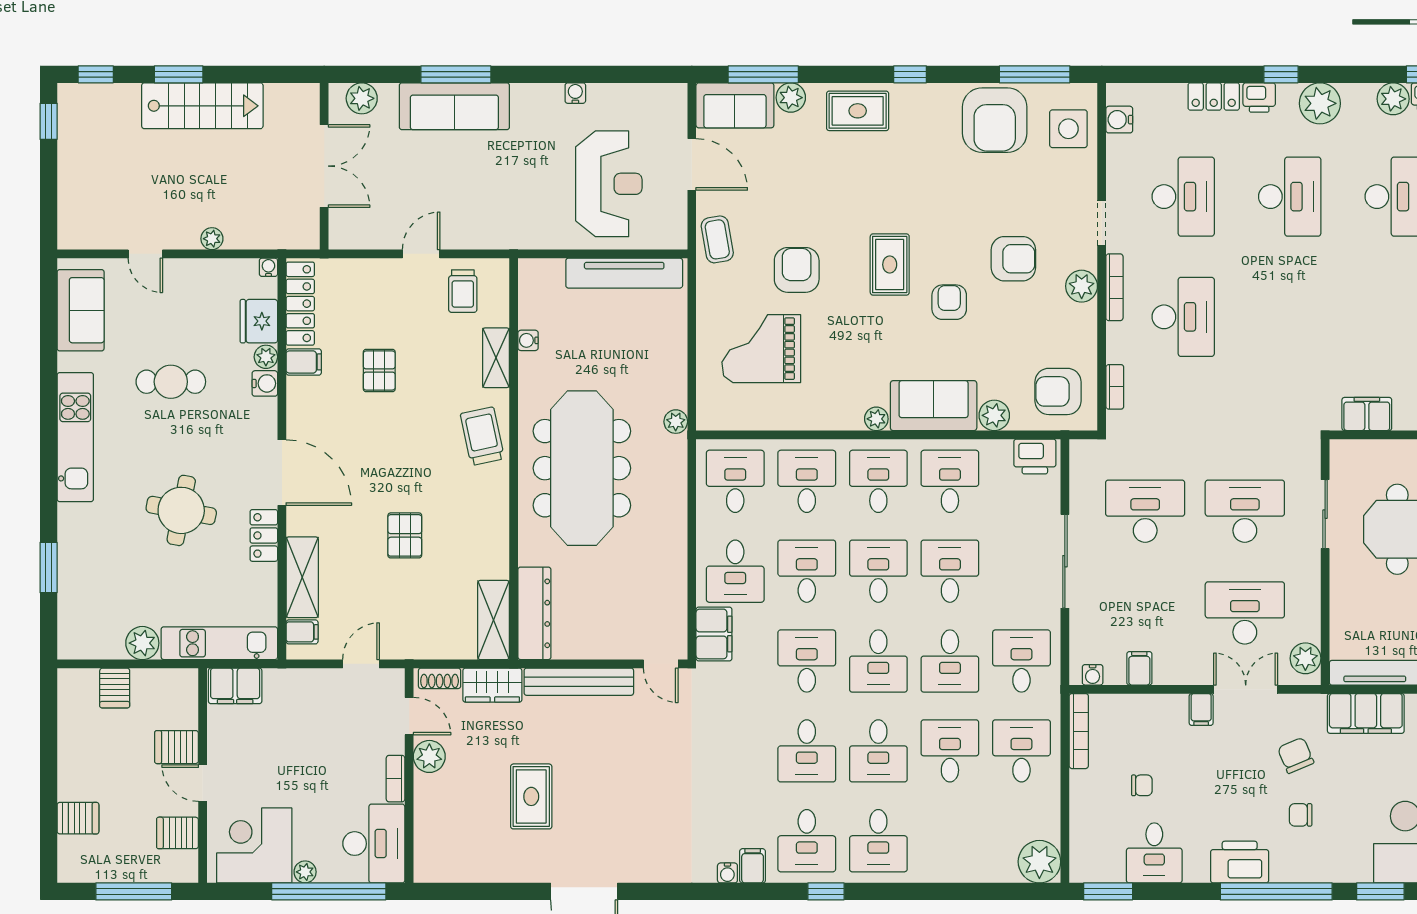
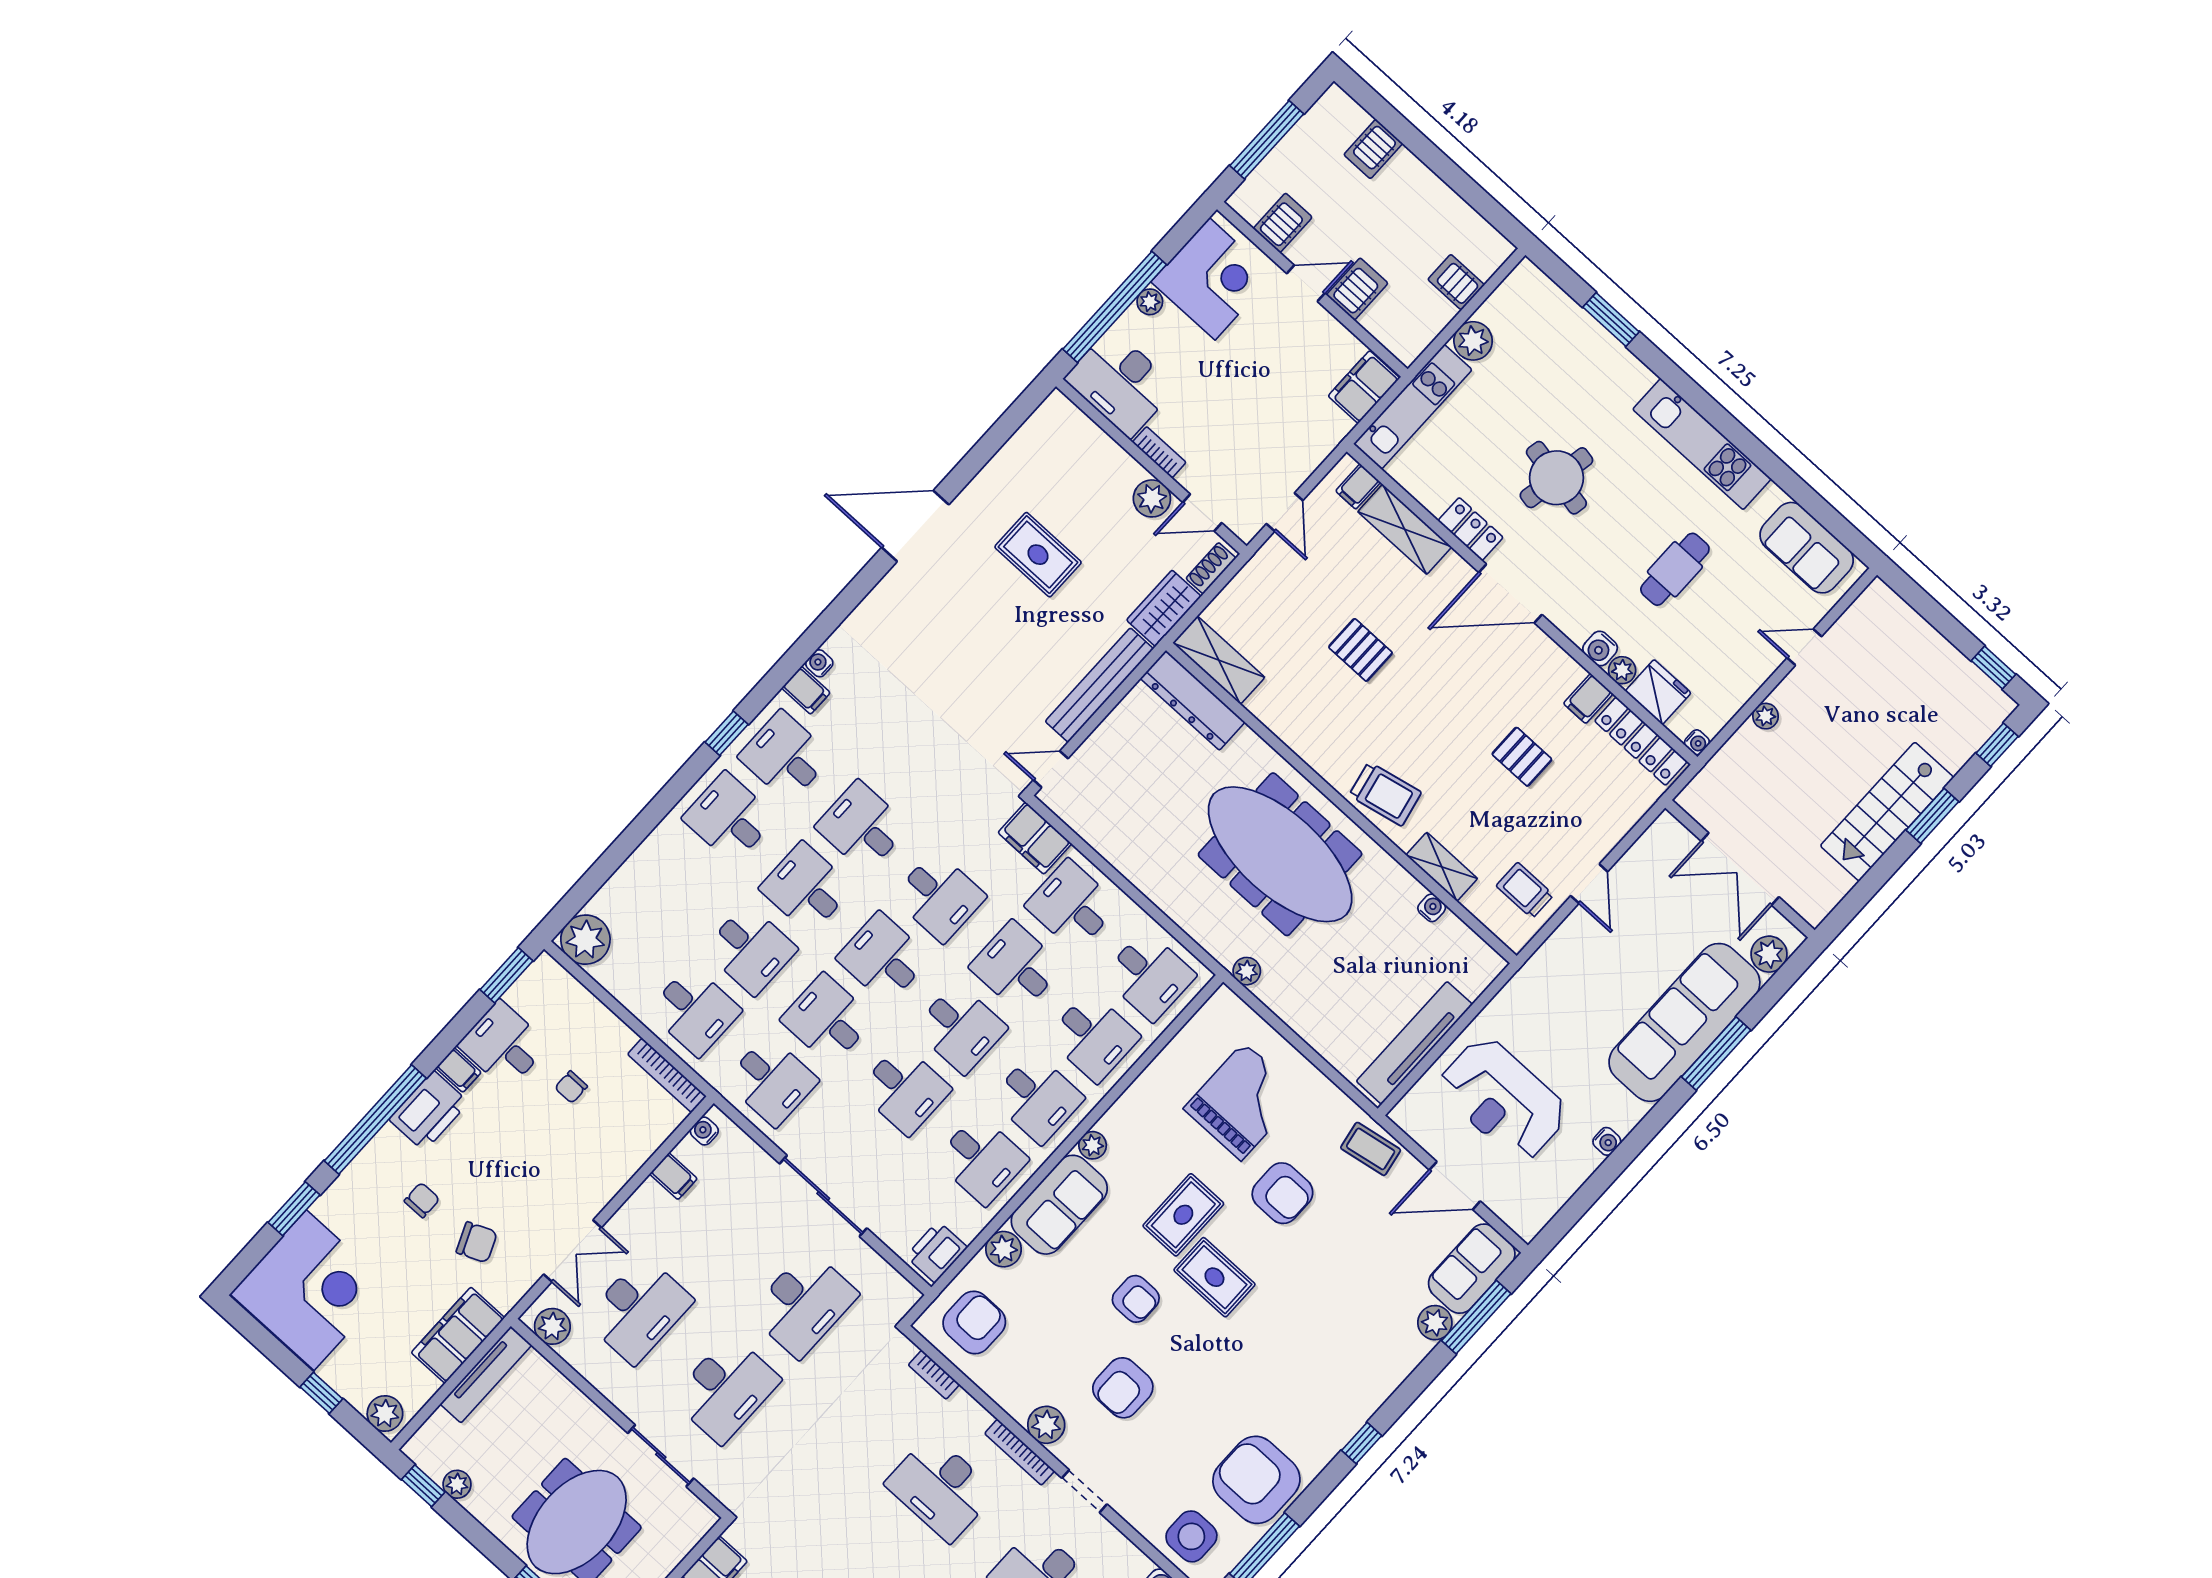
sofa: (454, 106) -> (1684, 1022), width x1.36, depth x1.27
rug: (858, 111) -> (1183, 1215), moved
desk: (807, 571) -> (1016, 967), turned 180
filing cabinet: (1201, 709) -> (459, 1070), moved, turned 180

